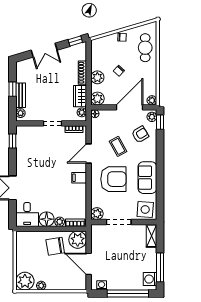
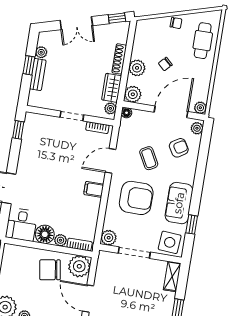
plant: (20, 113) -> (41, 52), moved
window: (160, 122) -> (192, 224), moved

